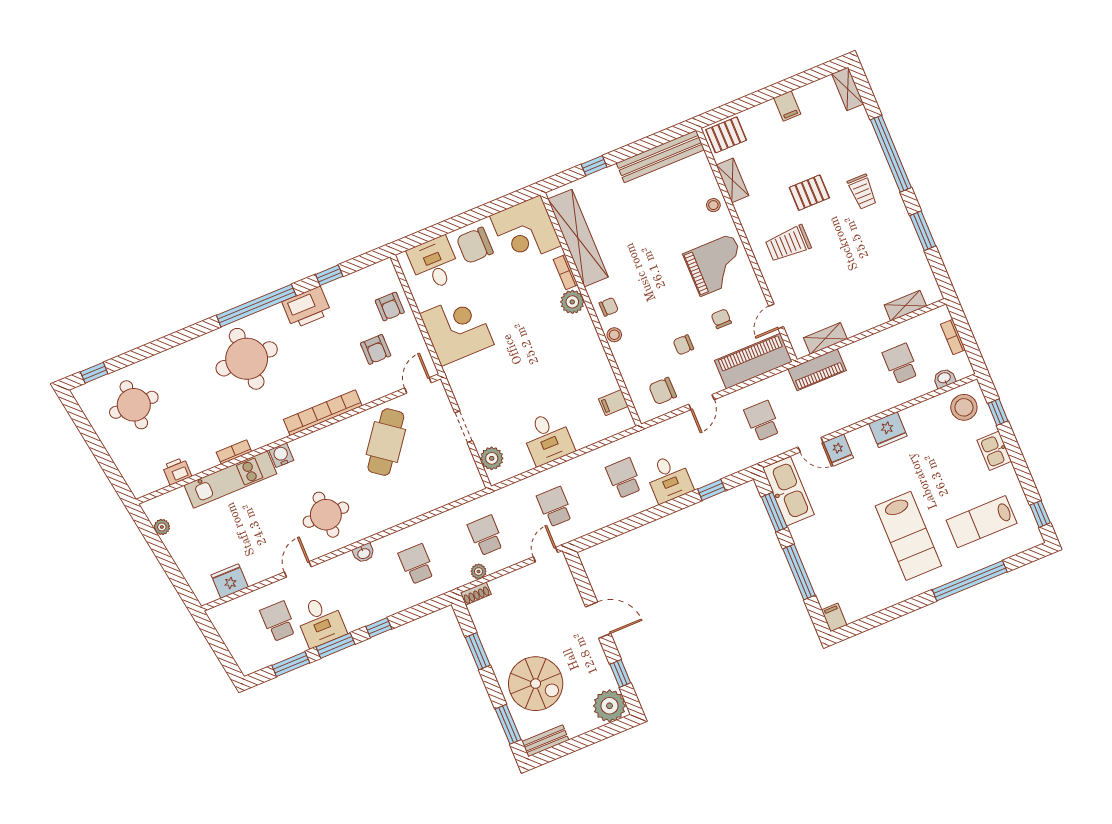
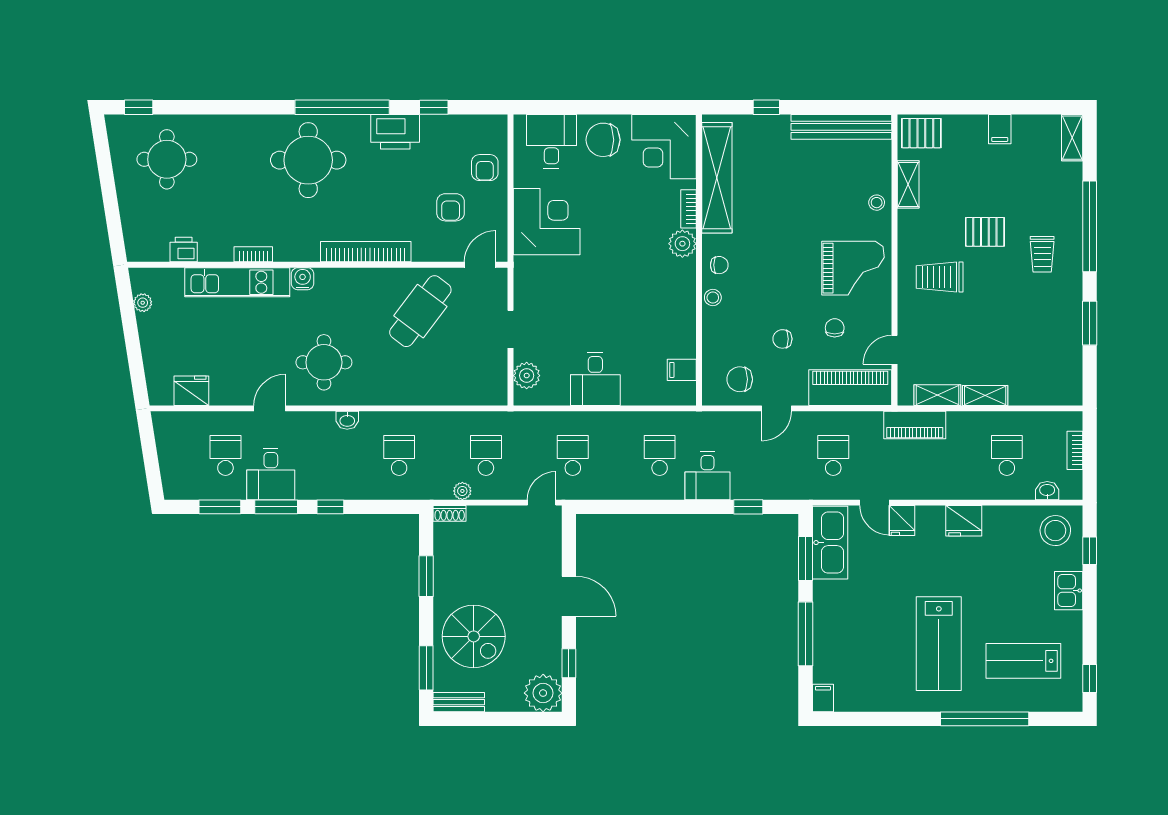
shelving: (905, 306) -> (985, 395), moved

